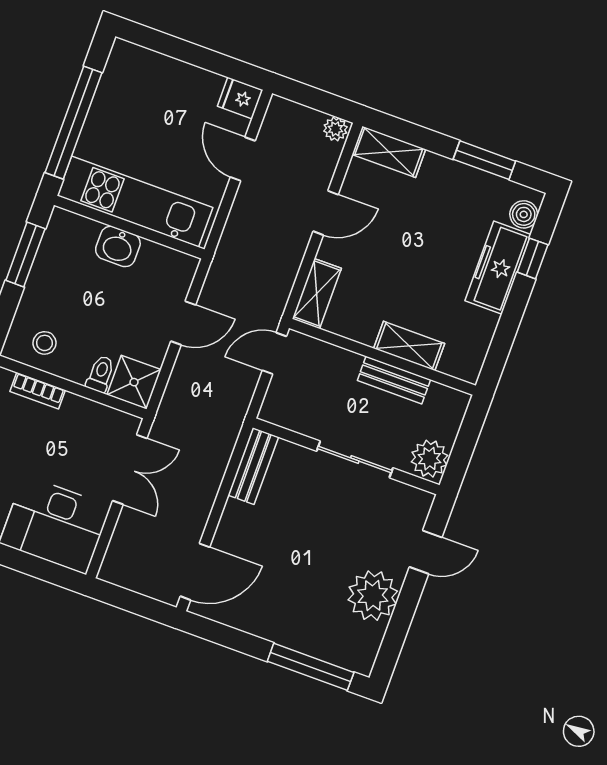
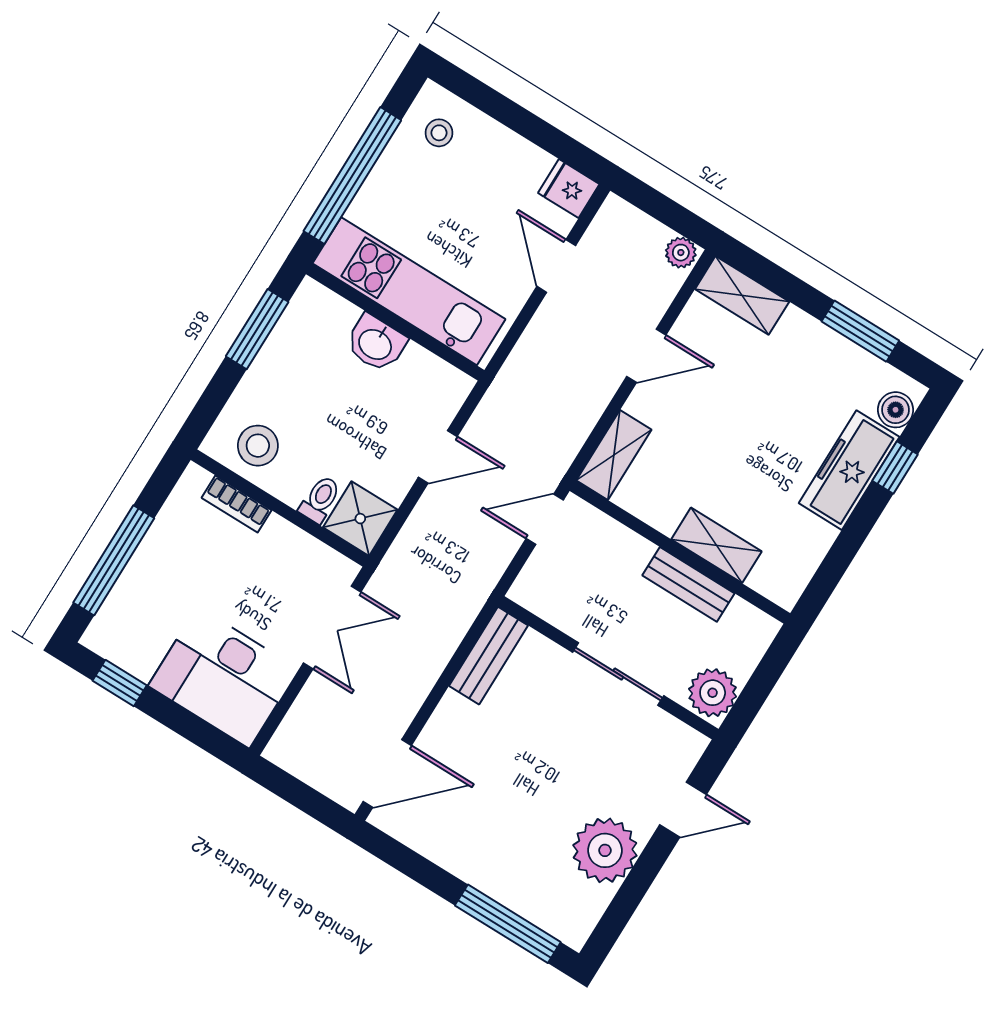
stool: (133, 76) -> (439, 133), added
stool: (45, 343) -> (258, 446), width x1.37, depth x1.37

